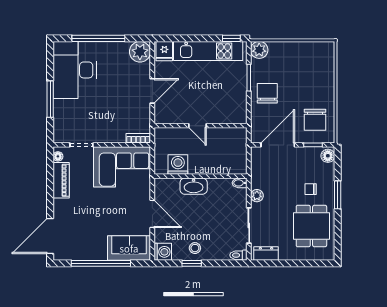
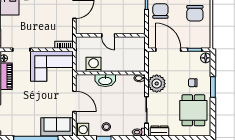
chair: (315, 120) -> (195, 13), moved
door: (278, 145) -> (168, 50), hinge flipped
plant: (257, 196) -> (157, 84), width x1.87, depth x1.87

